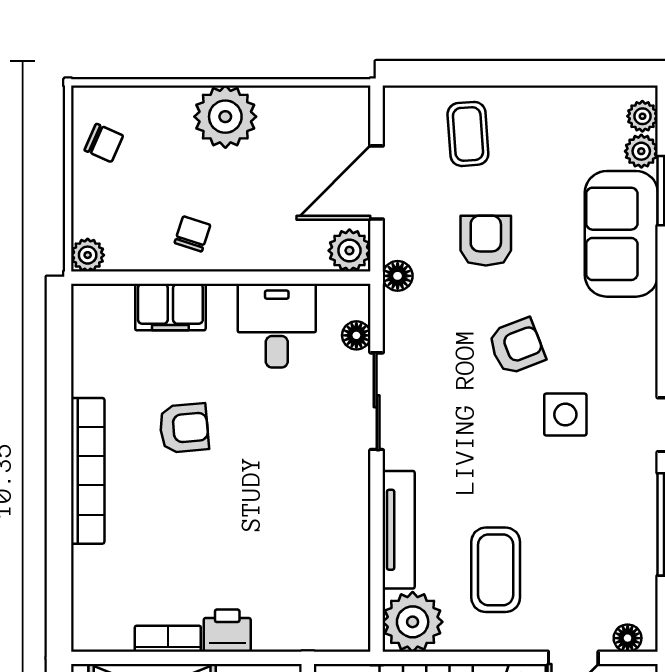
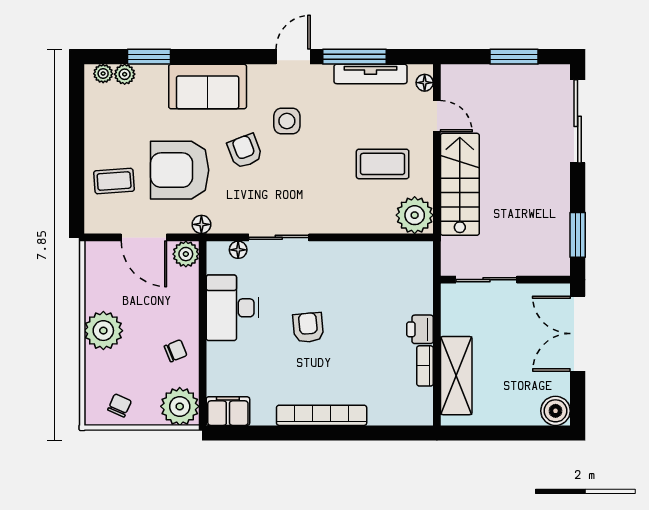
chair: (192, 234) -> (176, 351), turned 140
sofa: (621, 234) -> (208, 87), moved
armchair: (486, 241) -> (180, 170), width x1.88, depth x1.88
plant: (88, 255) -> (180, 406), width x1.87, depth x1.87
filing cabinet: (170, 307) -> (228, 411), moved, turned -90
desk: (277, 326) -> (232, 308), width x1.37
armchair: (184, 428) -> (308, 328), moved
tv unit: (399, 530) -> (371, 74), moved, turned 180

